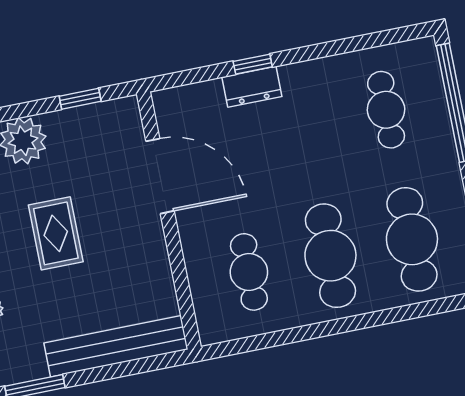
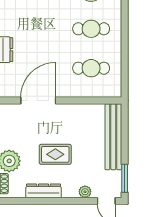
cafe table: (330, 256) -> (91, 29), width x0.73, depth x0.74

